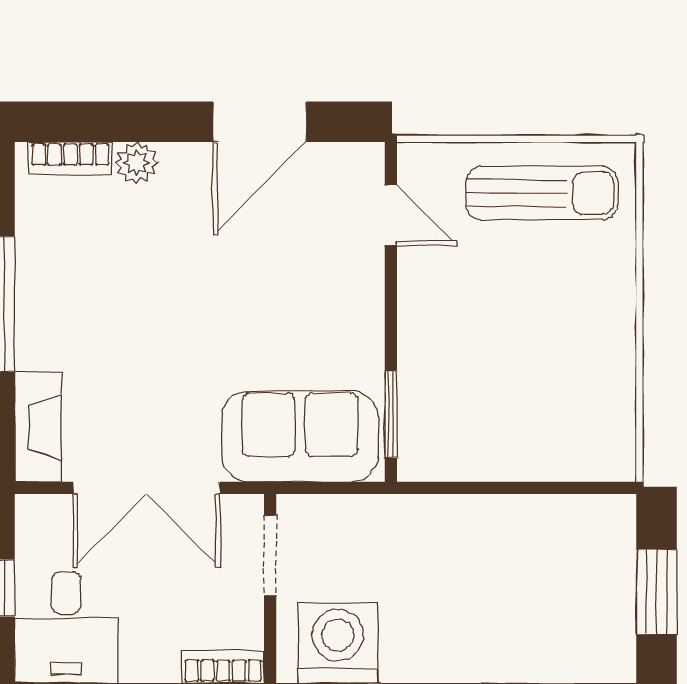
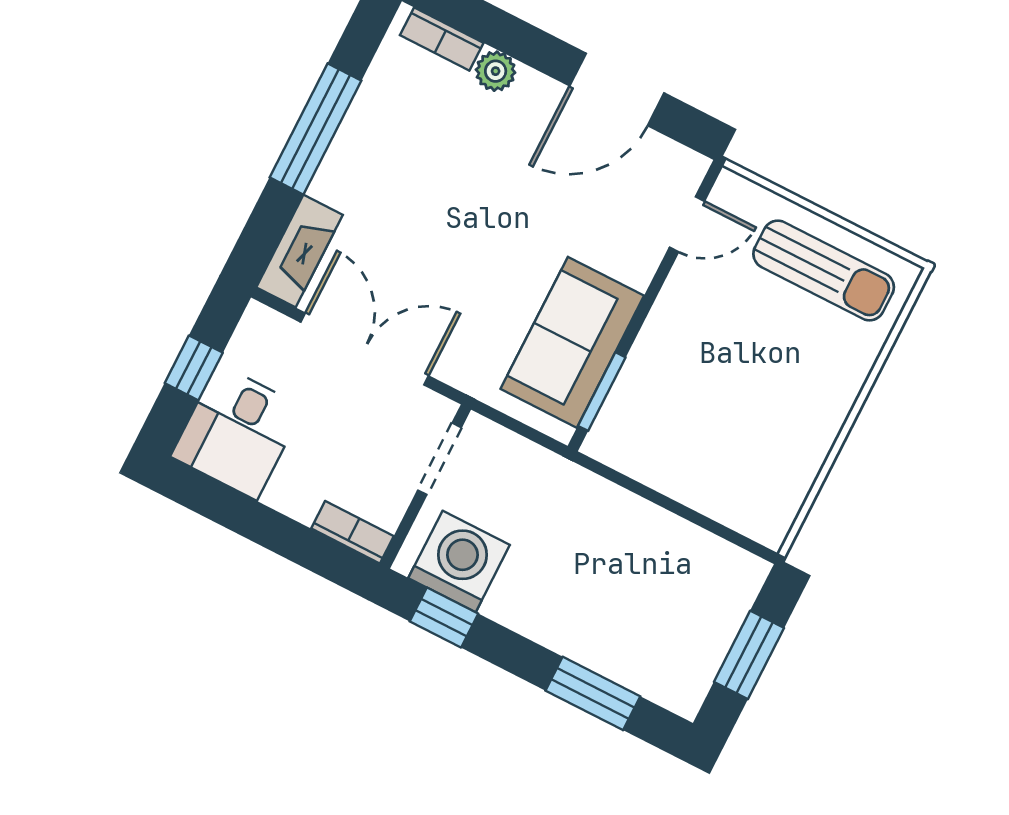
door: (391, 215) -> (687, 224), hinge flipped
sofa: (300, 437) -> (572, 342), moved, turned -90
double door: (147, 488) -> (365, 349), swing flipped

